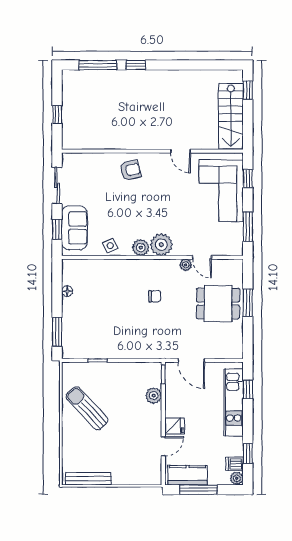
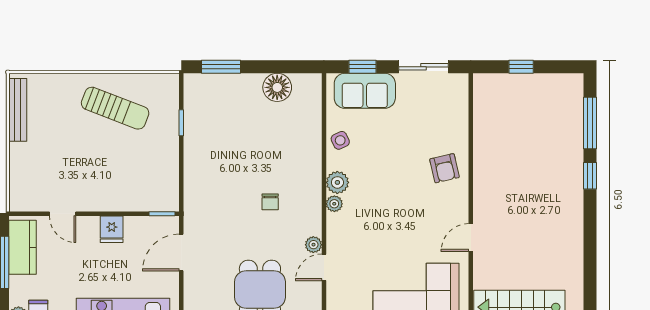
plant: (161, 245) -> (334, 204), width x0.53, depth x0.53
floor lamp: (67, 291) -> (277, 87), width x1.89, depth x1.89
plant: (154, 396) -> (133, 200), removed
sun lounger: (87, 408) -> (115, 108), turned 64
fridge: (174, 426) -> (112, 229), moved

